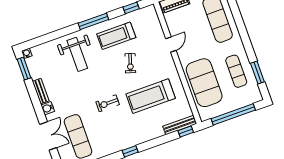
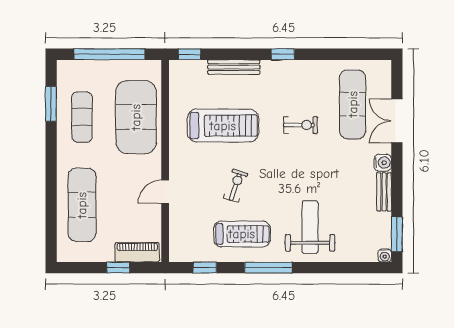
exercise bike: (108, 103) -> (301, 125), moved
bench: (180, 125) -> (234, 67), moved

